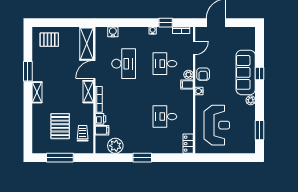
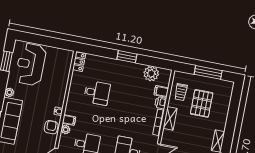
shelving: (88, 92) -> (170, 118), moved
reception desk: (217, 125) -> (31, 64), moved

